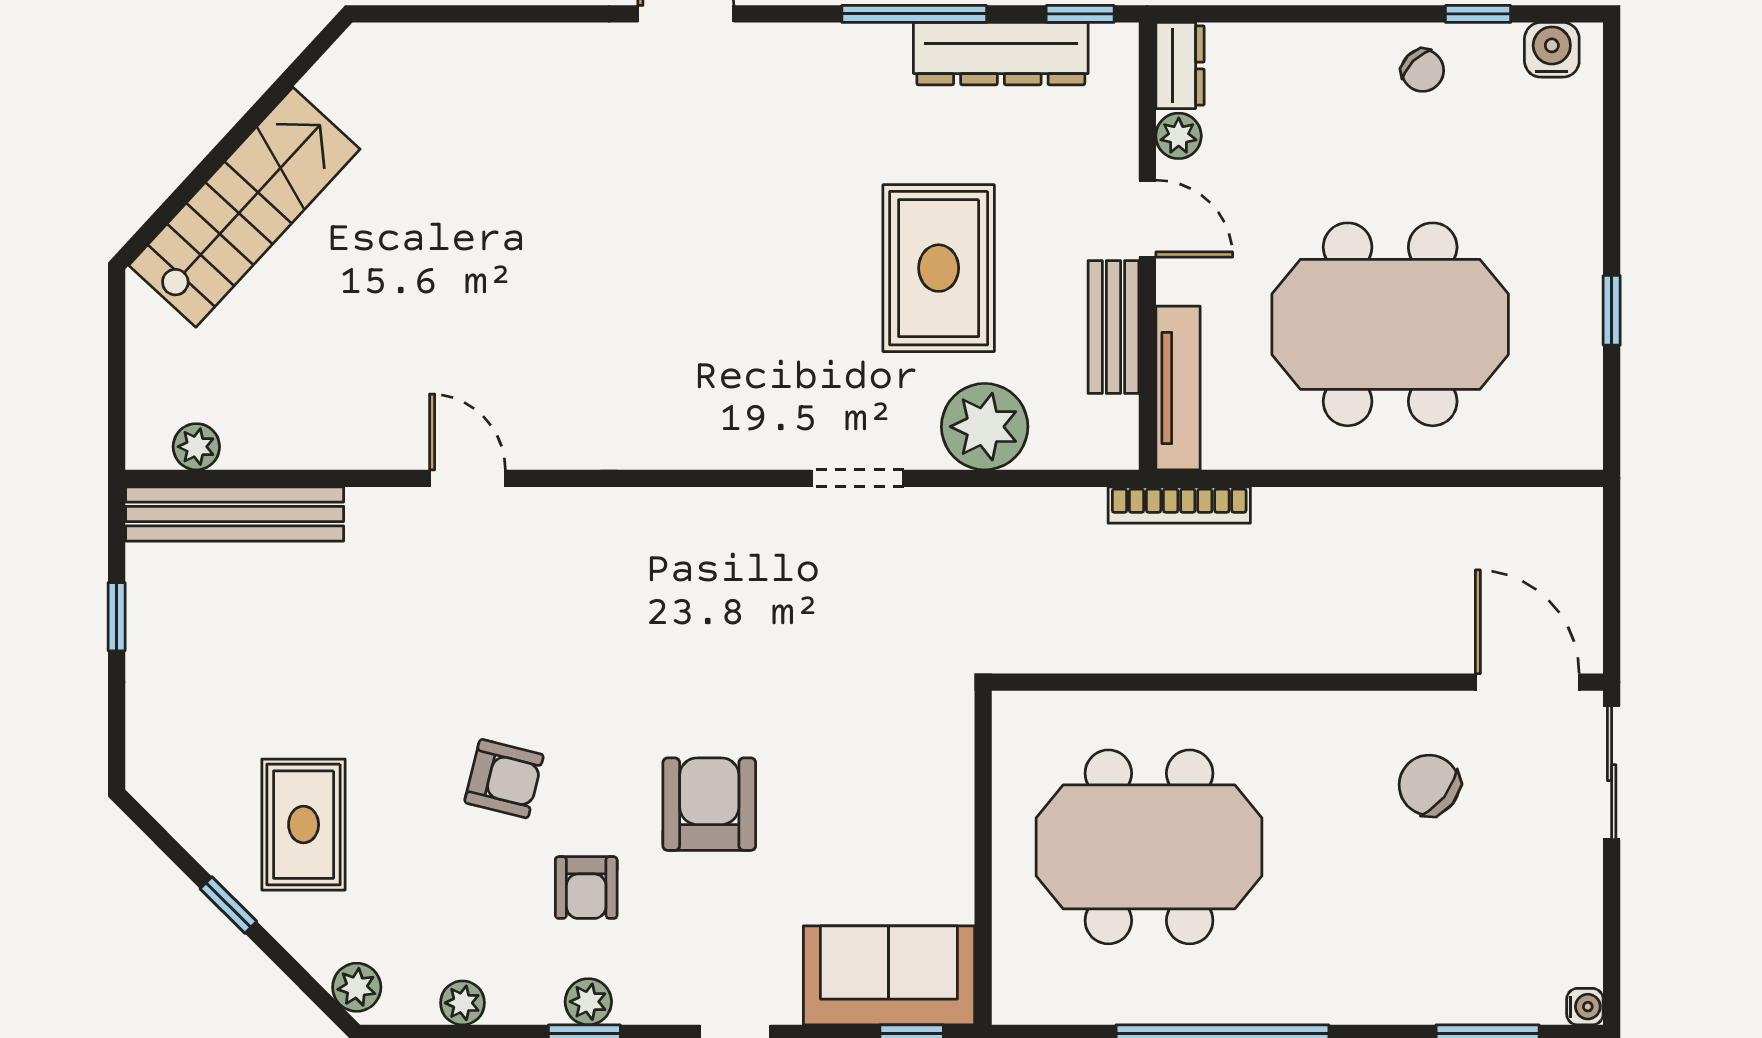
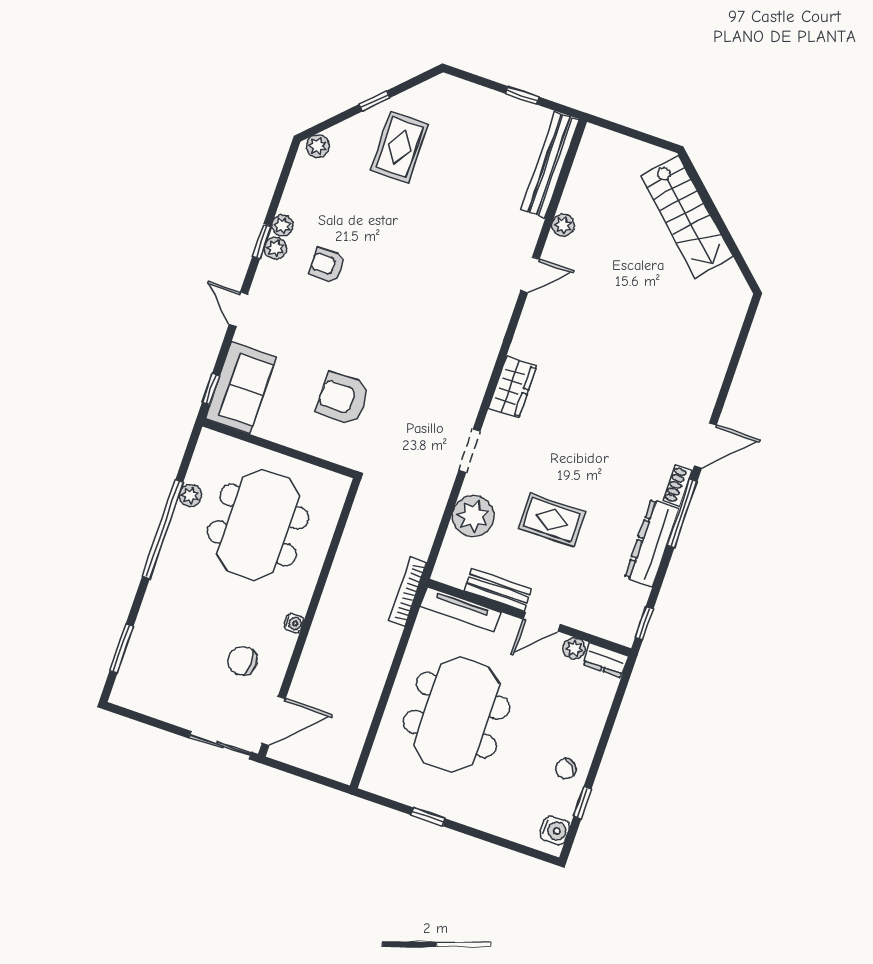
window: (914, 14) -> (682, 513), moved
shoe rack: (785, 42) -> (678, 486), added
dresser: (1001, 54) -> (652, 543), moved
rug: (939, 268) -> (552, 520), width x0.73, depth x0.70
wardrobe: (702, 436) -> (513, 387), added
plant: (196, 447) -> (563, 225), moved
armchair: (504, 779) -> (389, 245), removed
chair: (1429, 785) -> (242, 661), turned -128
armchair: (709, 804) -> (343, 399), moved, turned 180
rug: (304, 825) -> (399, 147), turned 90
plant: (1137, 1002) -> (190, 496), added
plant: (463, 1003) -> (283, 226), moved
water cooler: (1585, 1007) -> (294, 623), moved, turned -90

